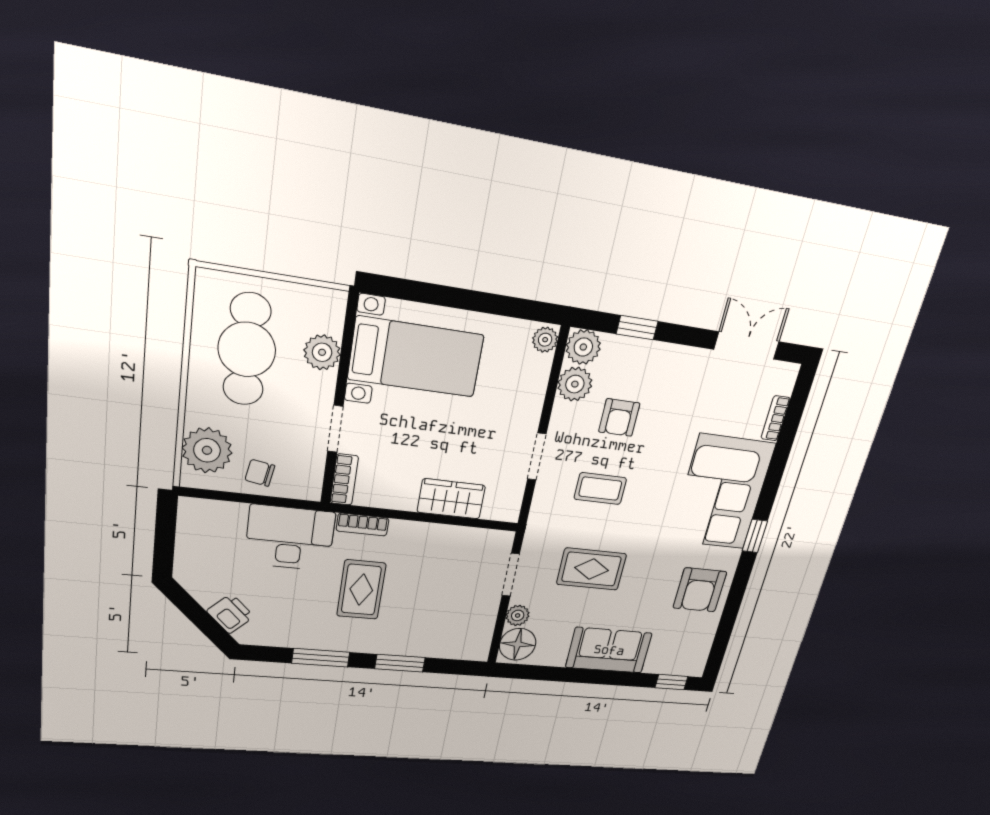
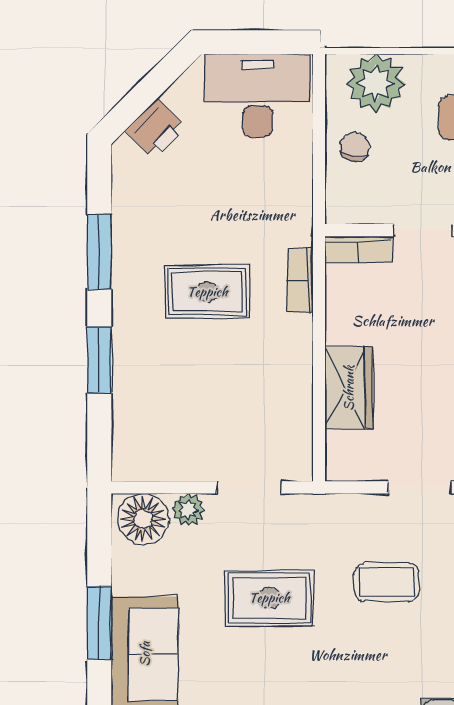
coffee table: (600, 489) -> (387, 582), turned 90
desk: (290, 538) -> (258, 96), moved, turned -90
rug: (591, 569) -> (269, 598), turned 90
window: (581, 676) -> (99, 623), added

